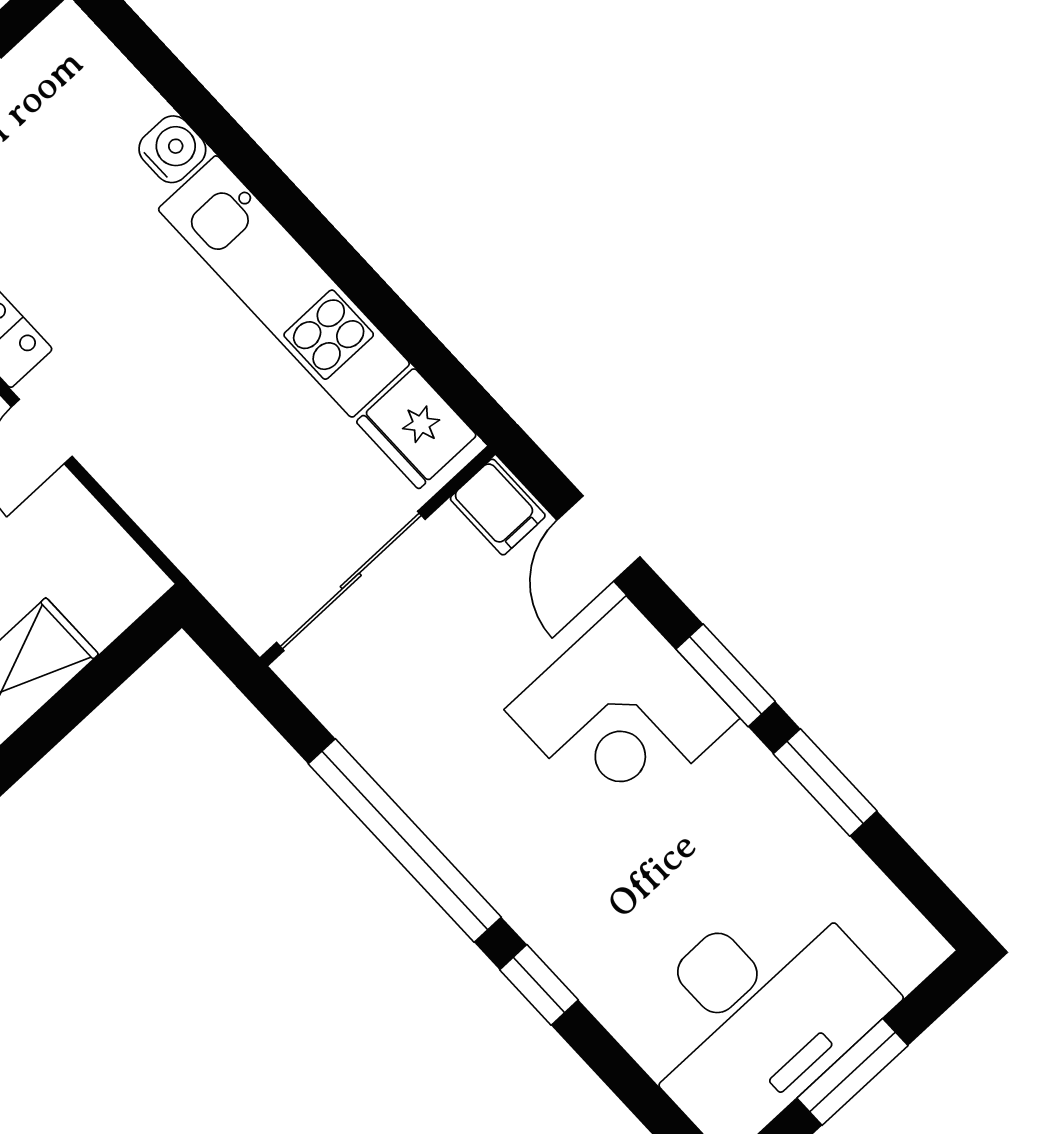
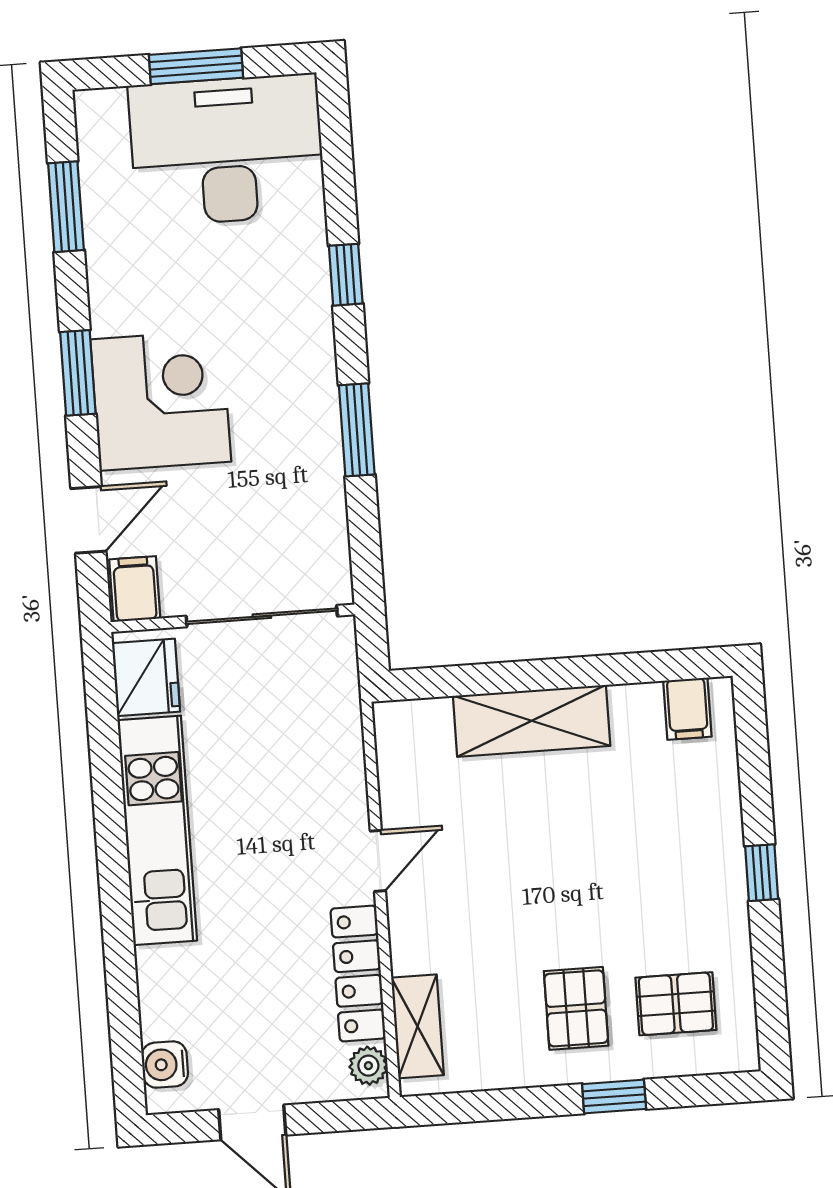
water cooler: (172, 149) -> (165, 1065), moved
window: (825, 782) -> (66, 207), moved
window: (405, 840) -> (357, 430), width x0.47

